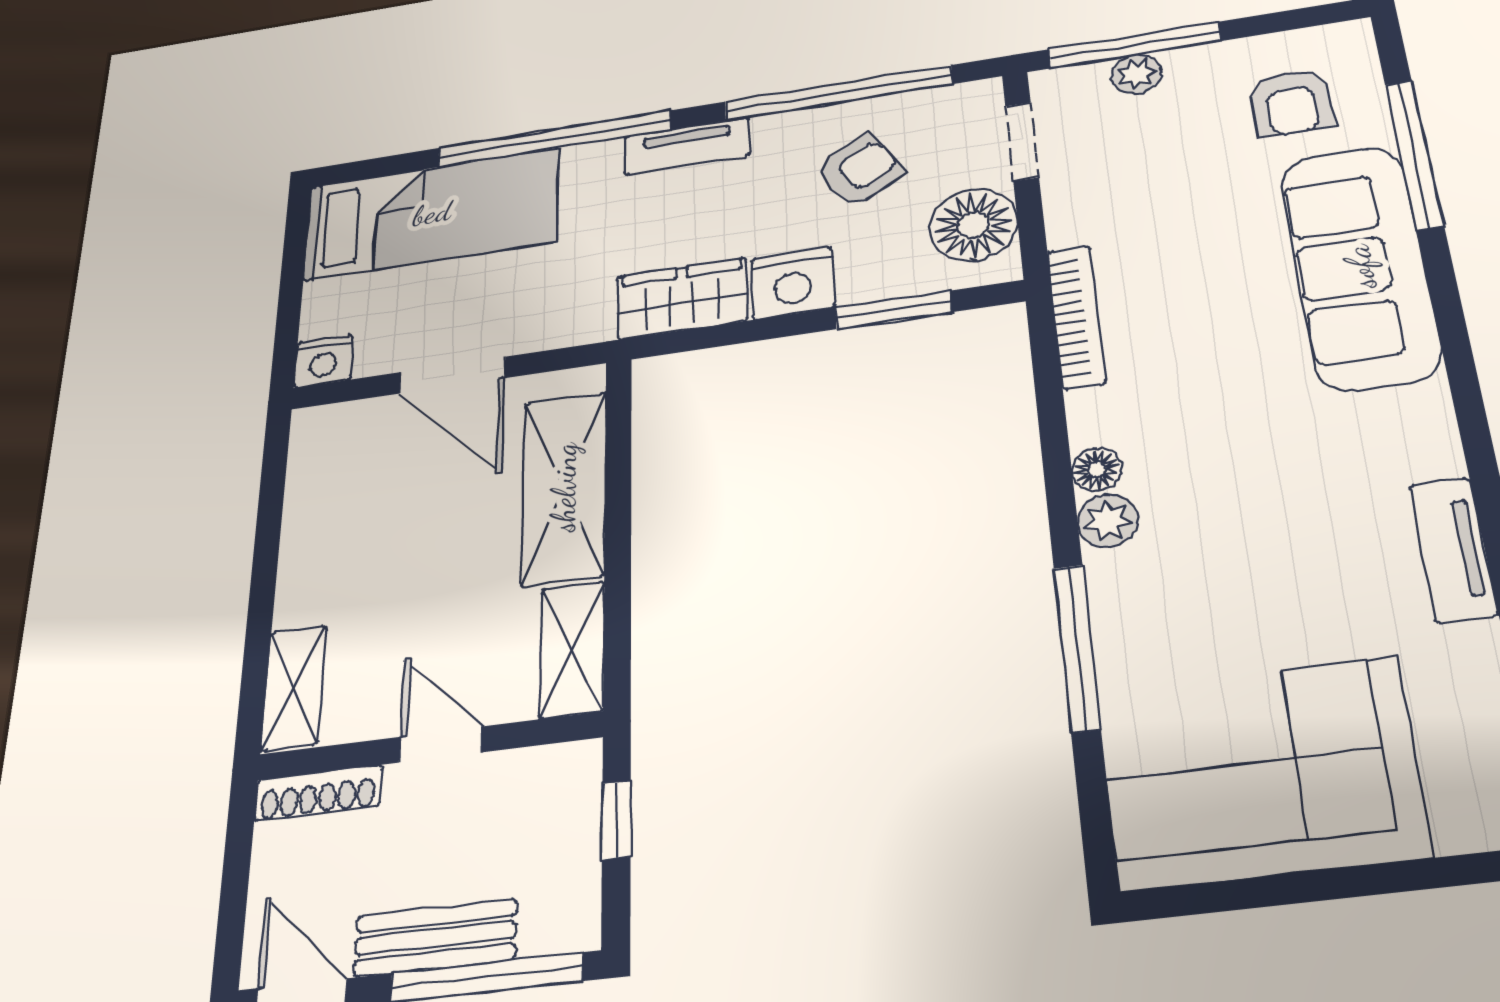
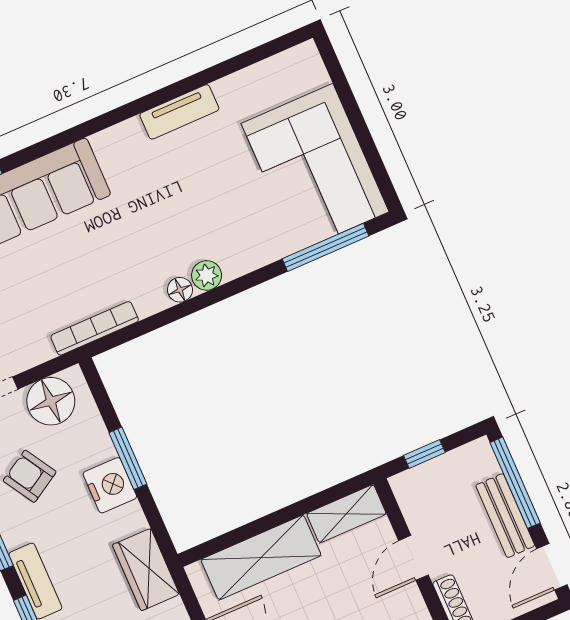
wardrobe: (682, 299) -> (146, 570), moved
window: (893, 310) -> (128, 458), moved
window: (1077, 648) -> (325, 247), moved

